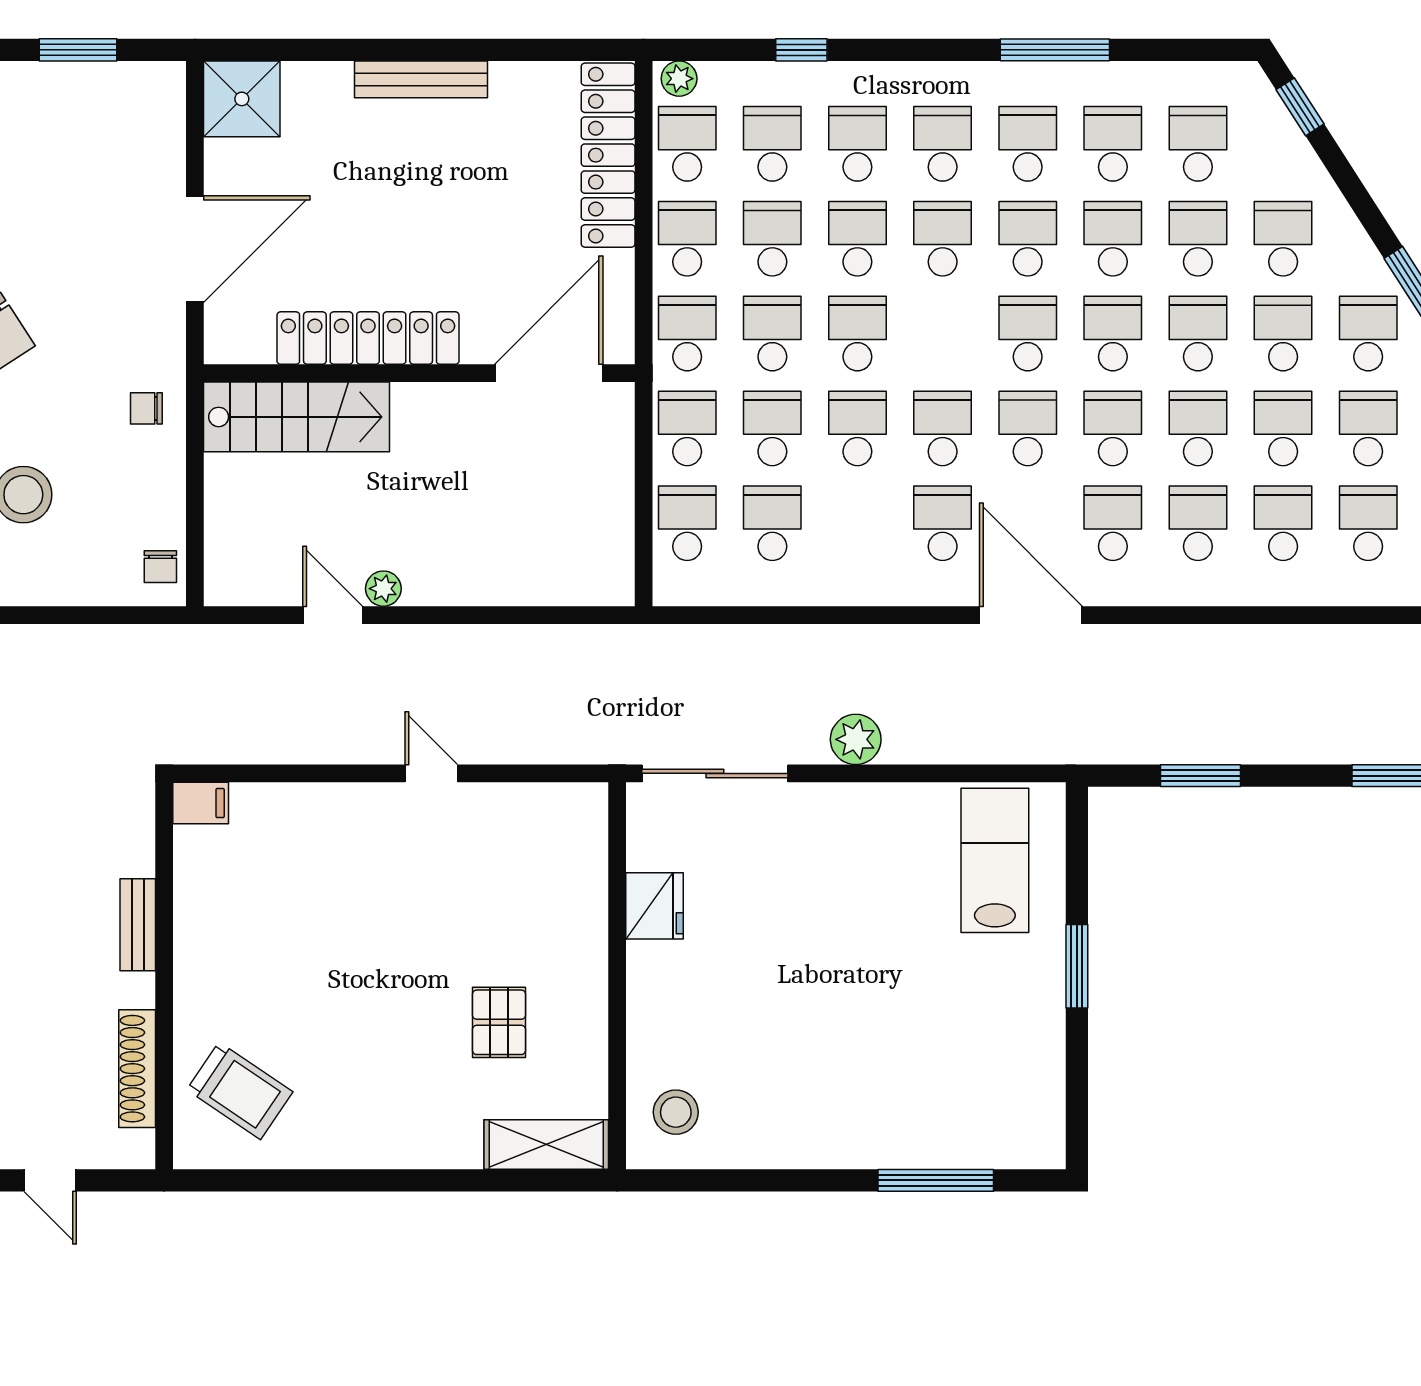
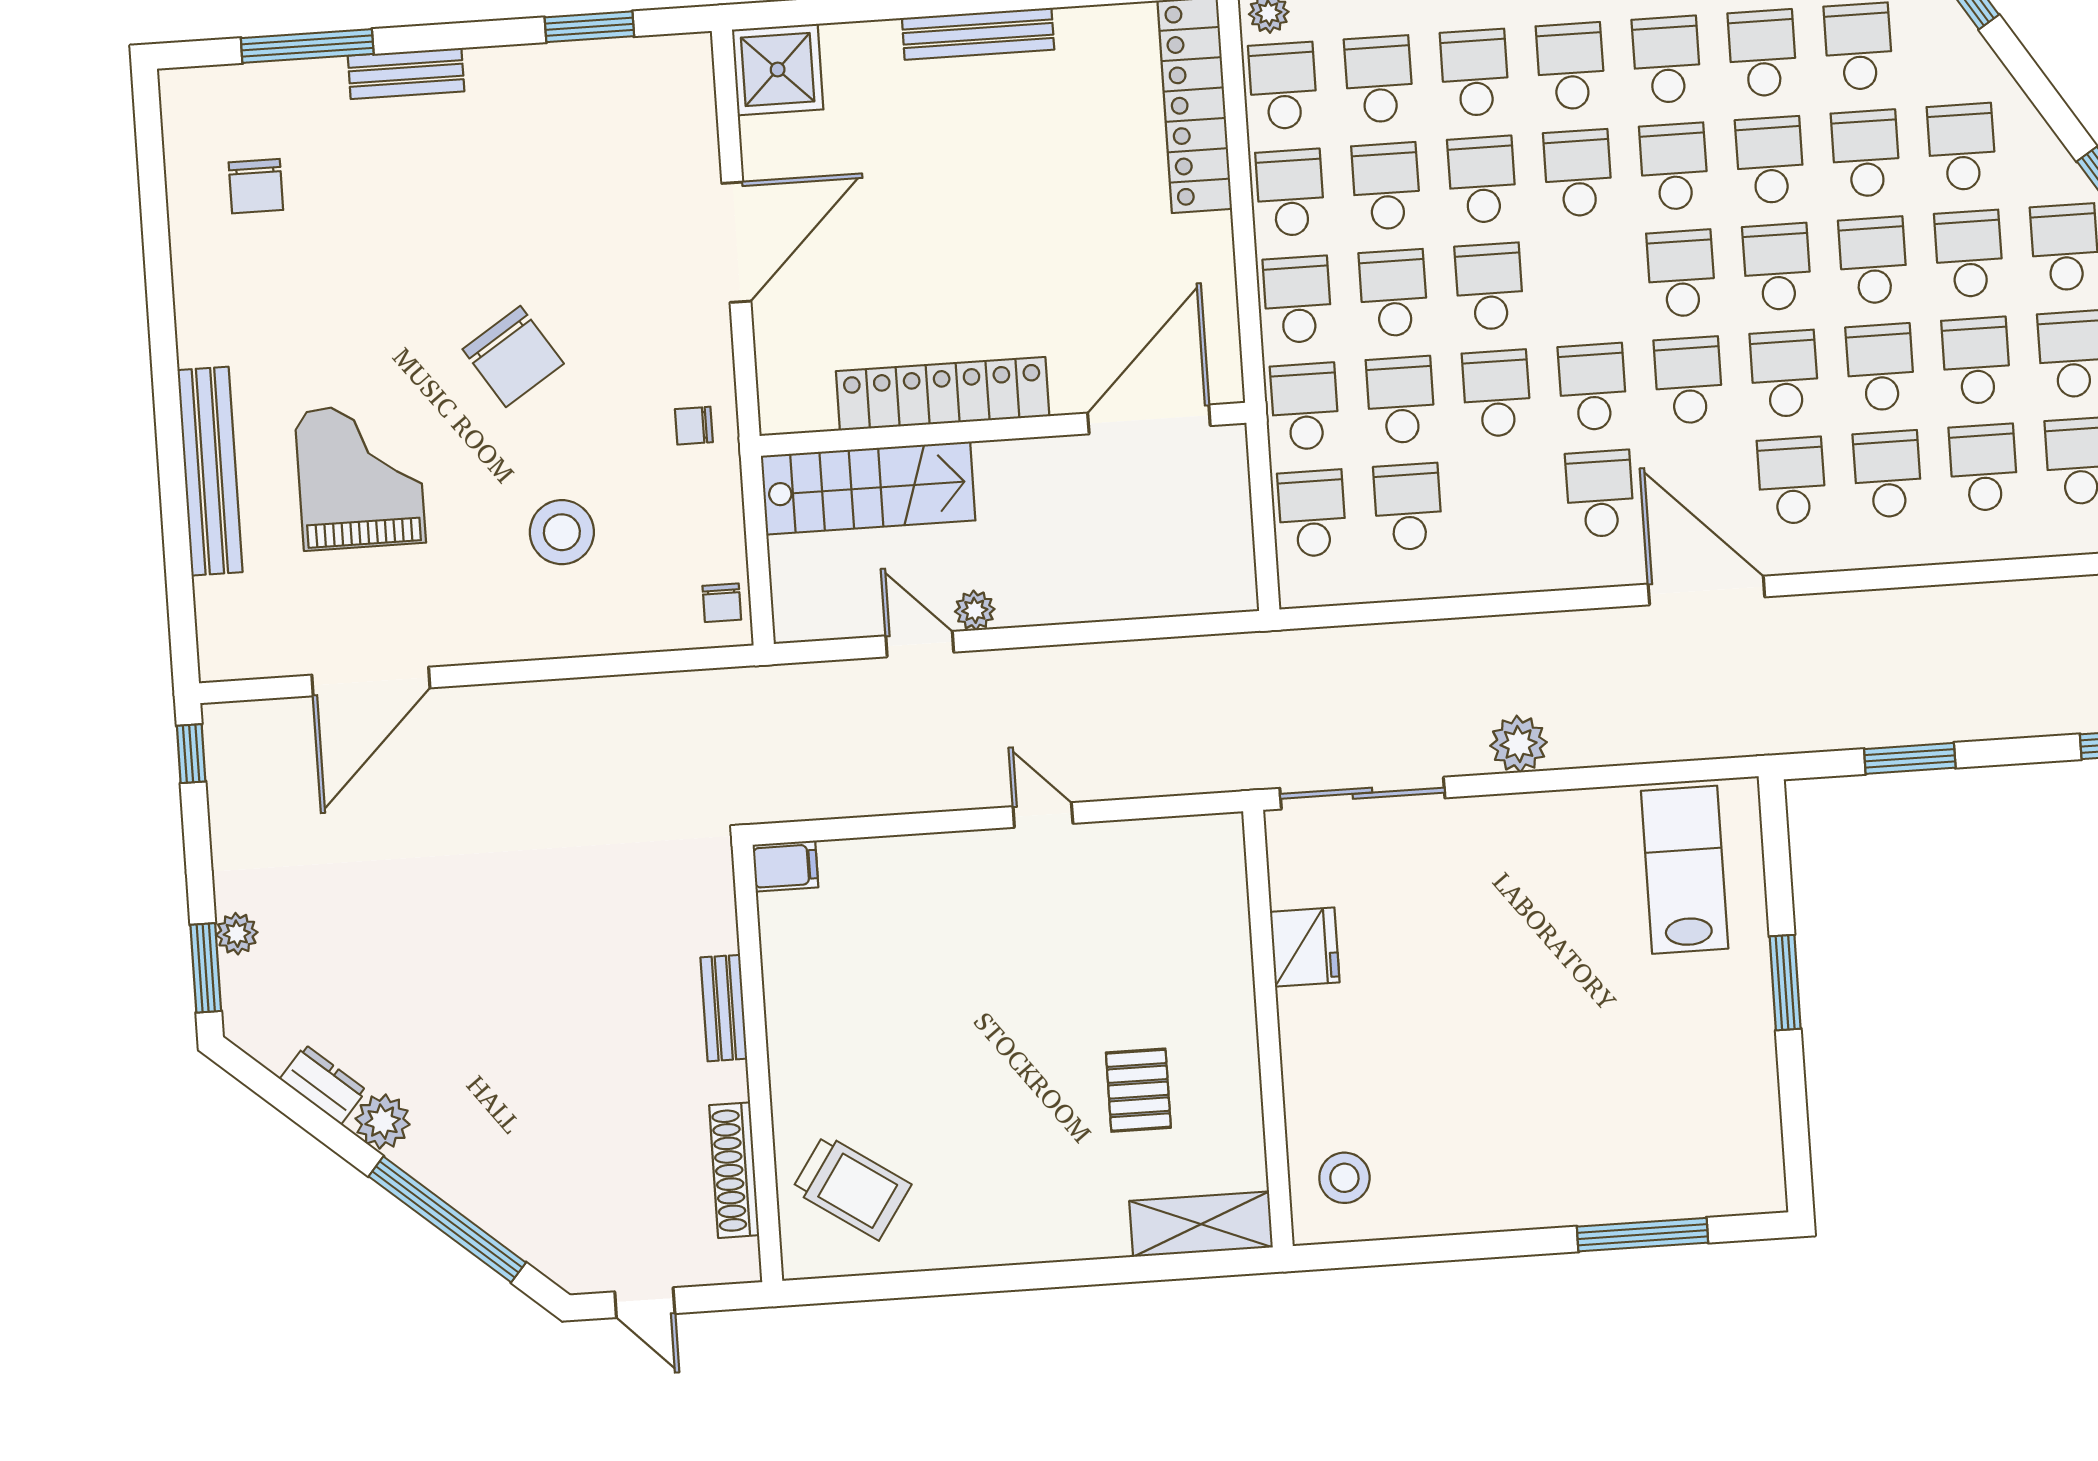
locker: (368, 338) -> (943, 394), moved
wall: (419, 373) -> (1003, 429), moved
door: (549, 373) -> (1149, 419), moved
stairs: (297, 417) -> (868, 488), moved

